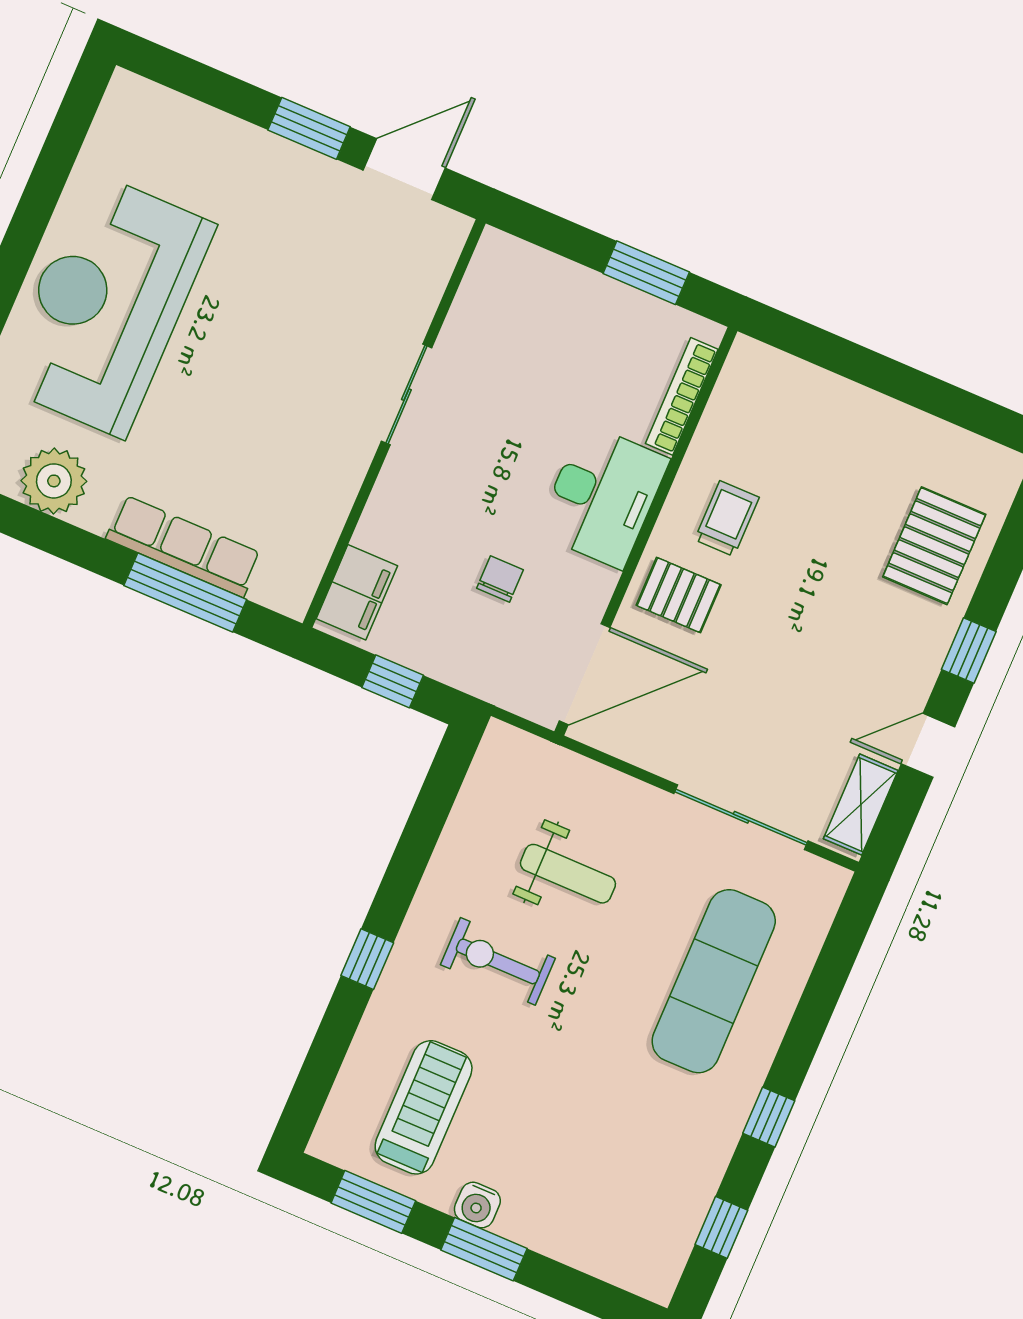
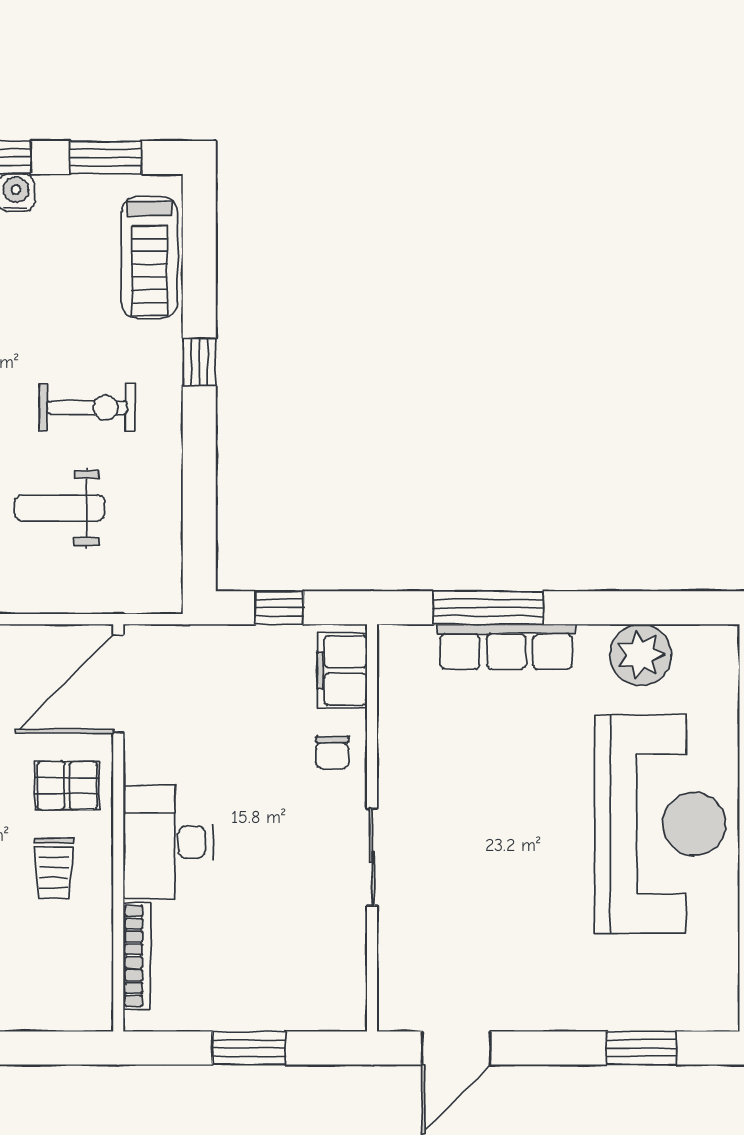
window: (309, 128) -> (641, 1048), moved
window: (646, 273) -> (249, 1048), moved
chair: (500, 579) -> (332, 753), moved
treadmill: (424, 1107) -> (149, 257), moved

